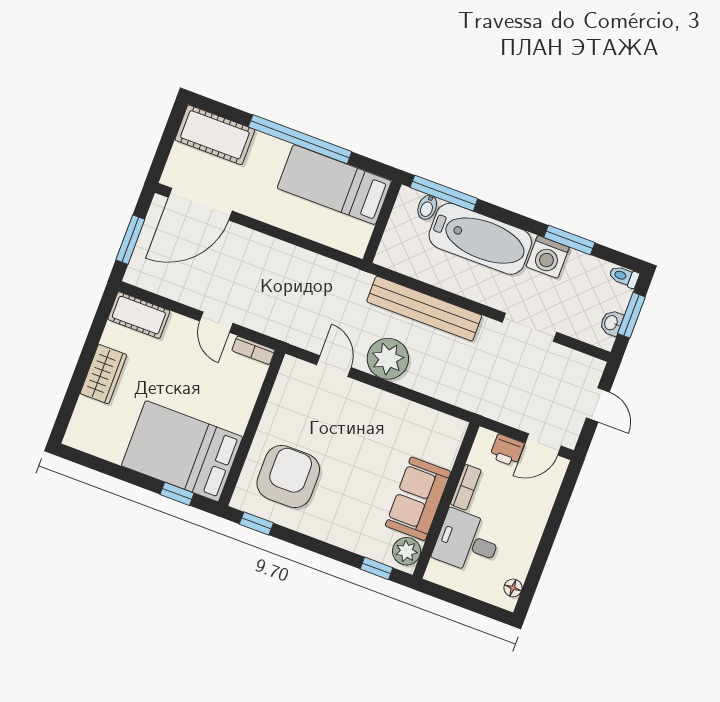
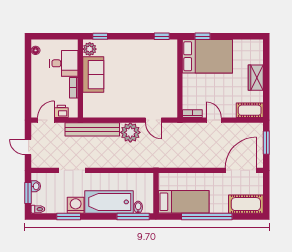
bench: (424, 309) -> (92, 129), moved
armchair: (288, 477) -> (155, 63), removed

